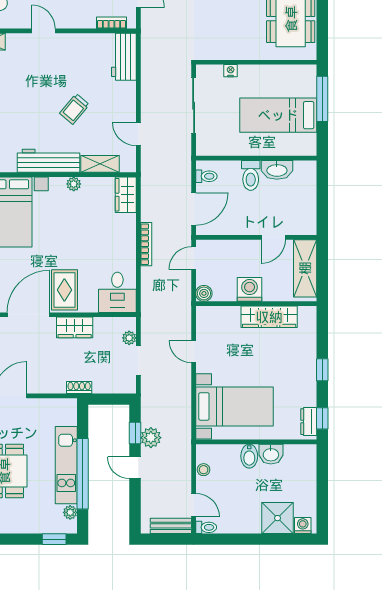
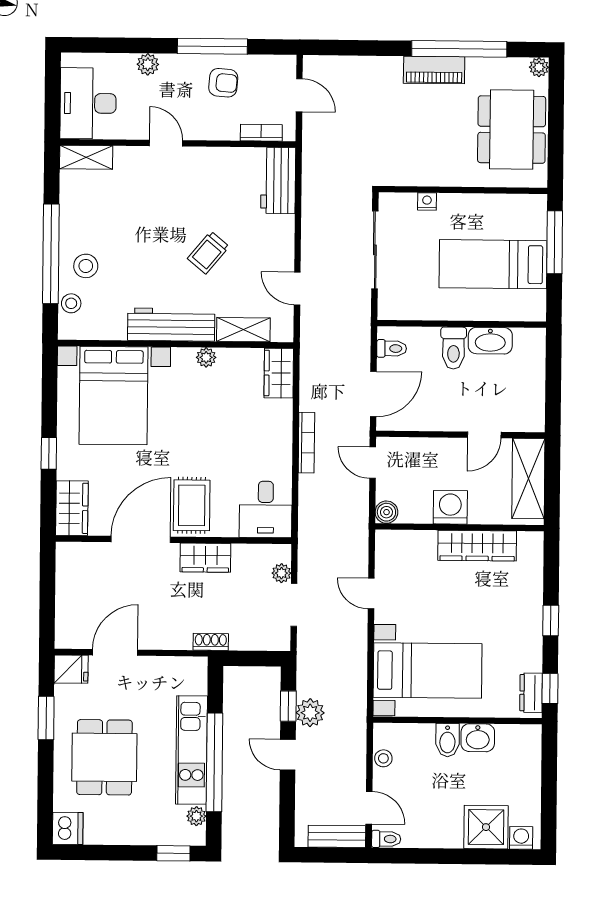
door: (194, 258) -> (373, 463), hinge flipped

